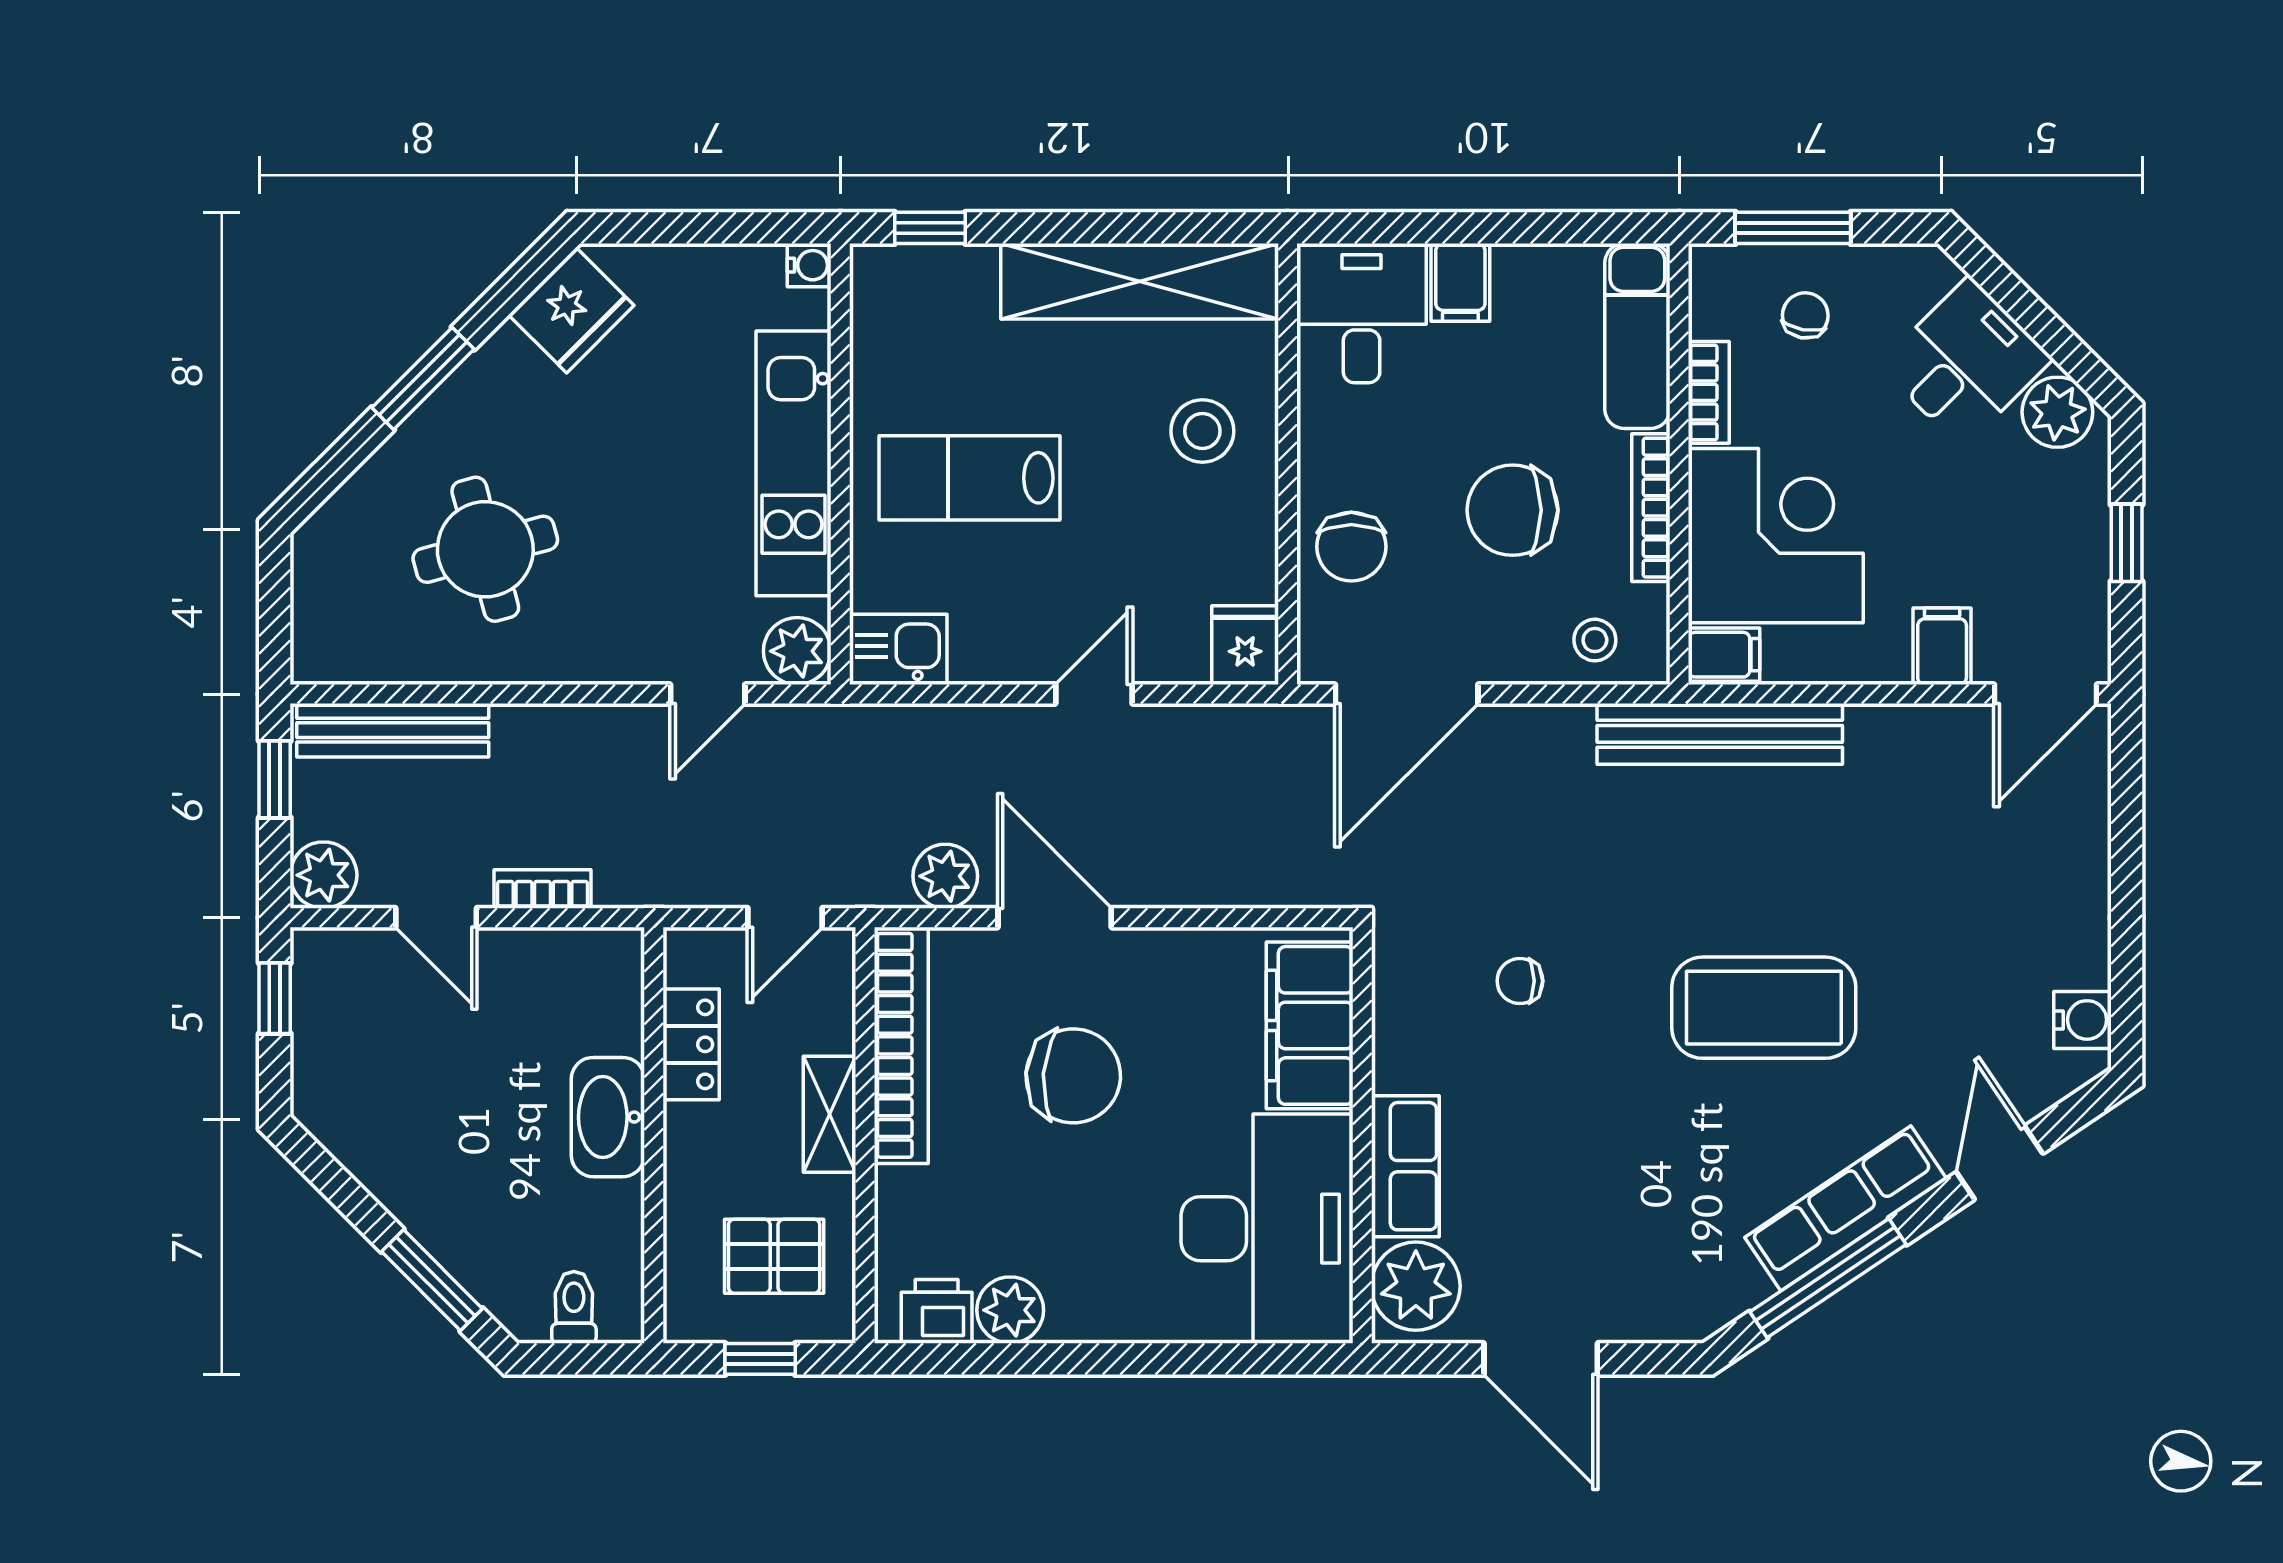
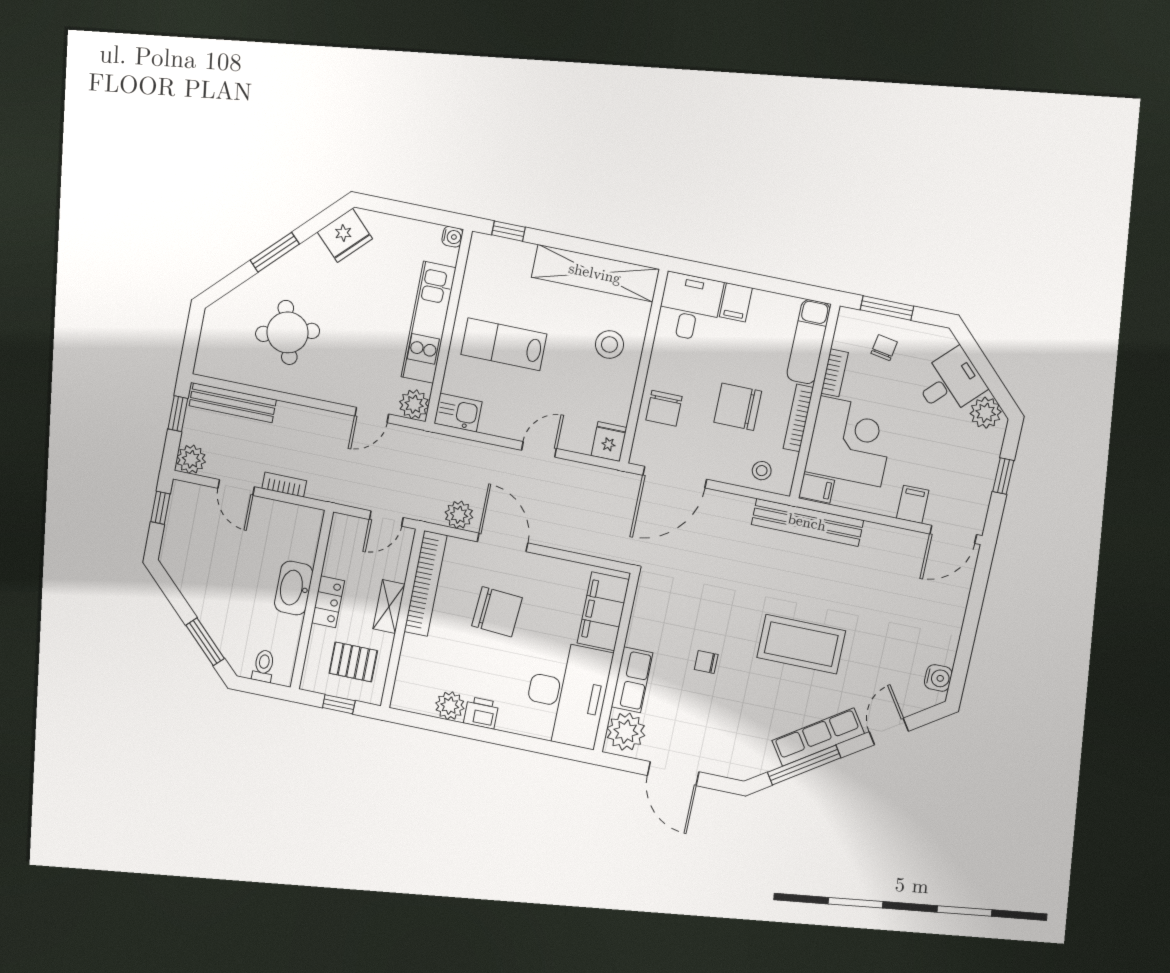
chair: (1520, 981) -> (706, 662), moved
locker: (691, 1044) -> (328, 602), moved
printer: (937, 1311) -> (481, 713), moved

